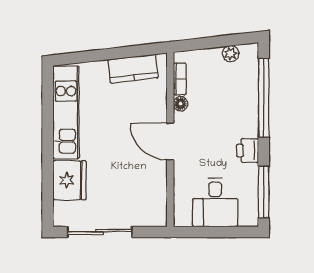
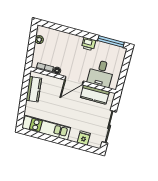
window: (264, 98) -> (65, 29), removed
fridge: (69, 180) -> (84, 138), width x0.53, depth x0.75
kitchen counter: (154, 188) -> (95, 95), added
desk: (215, 202) -> (101, 73), moved, turned 90

